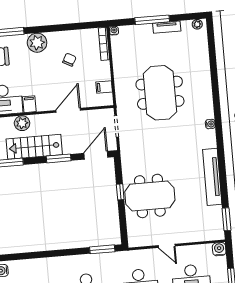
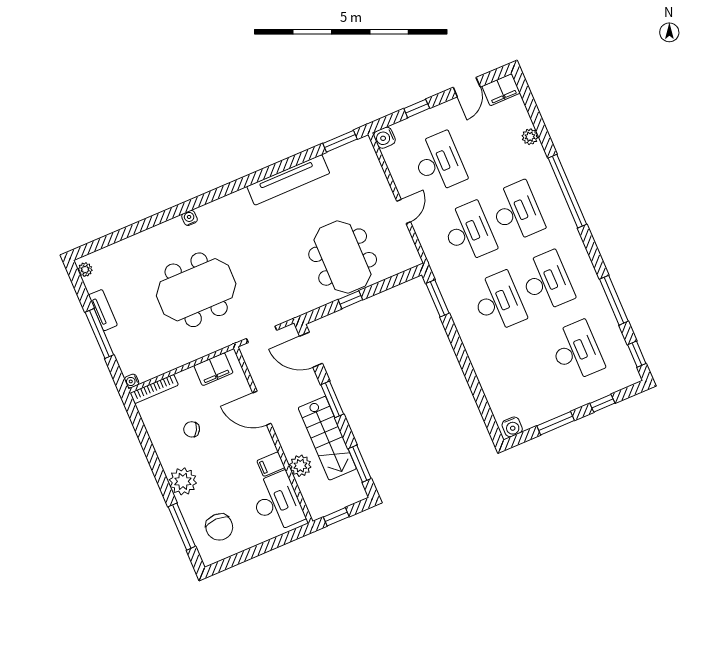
filing cabinet: (104, 87) -> (213, 369), width x2.00
water cooler: (210, 124) -> (190, 218), moved

